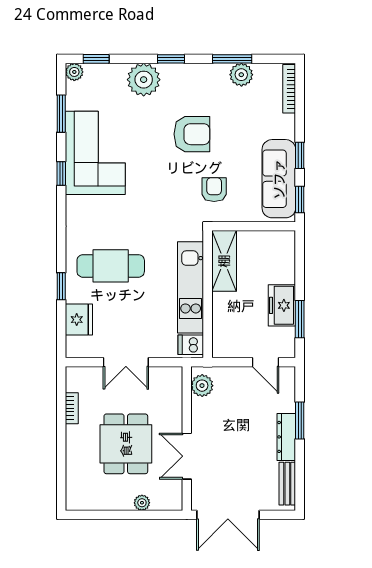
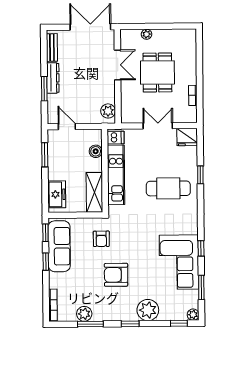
freezer: (282, 305) -> (57, 194), moved
fridge: (79, 320) -> (187, 137), moved, turned -90
boiler: (222, 324) -> (96, 151), added

